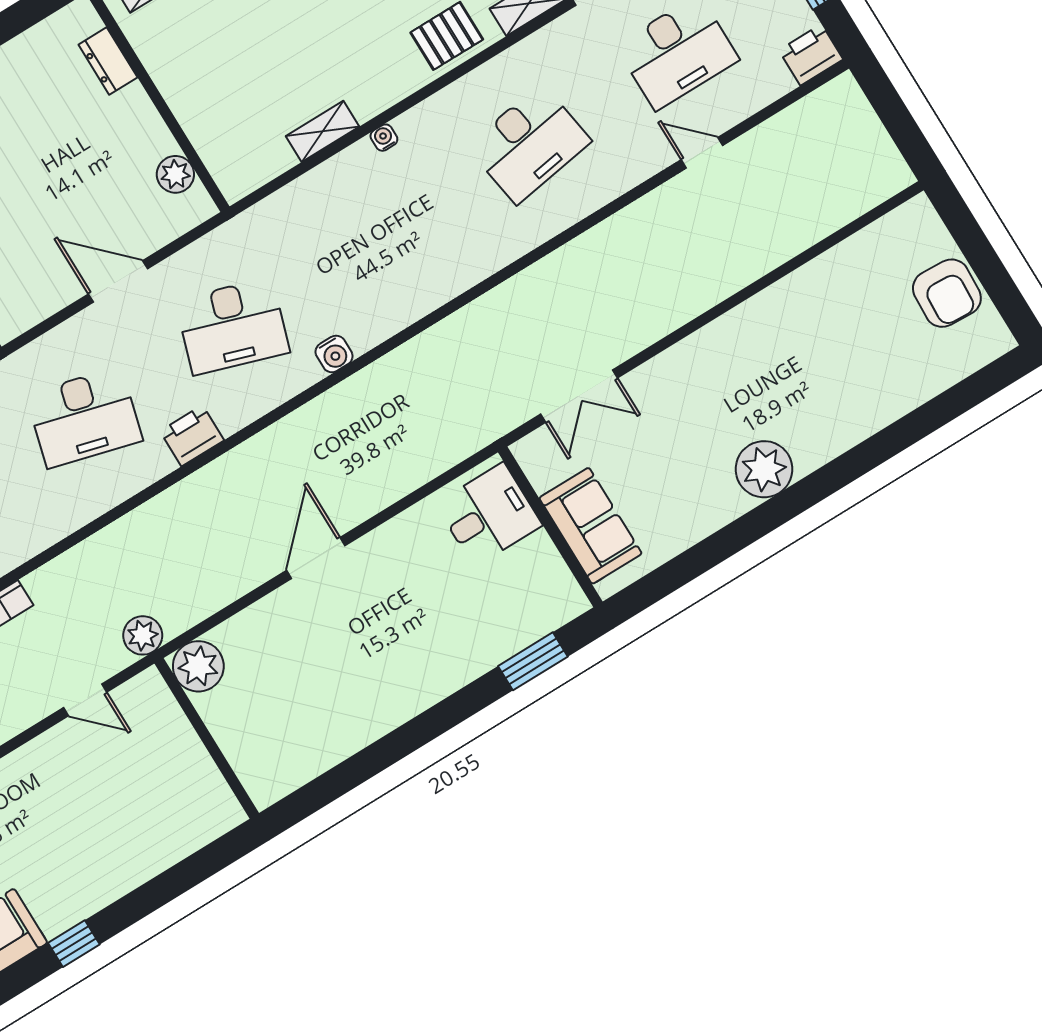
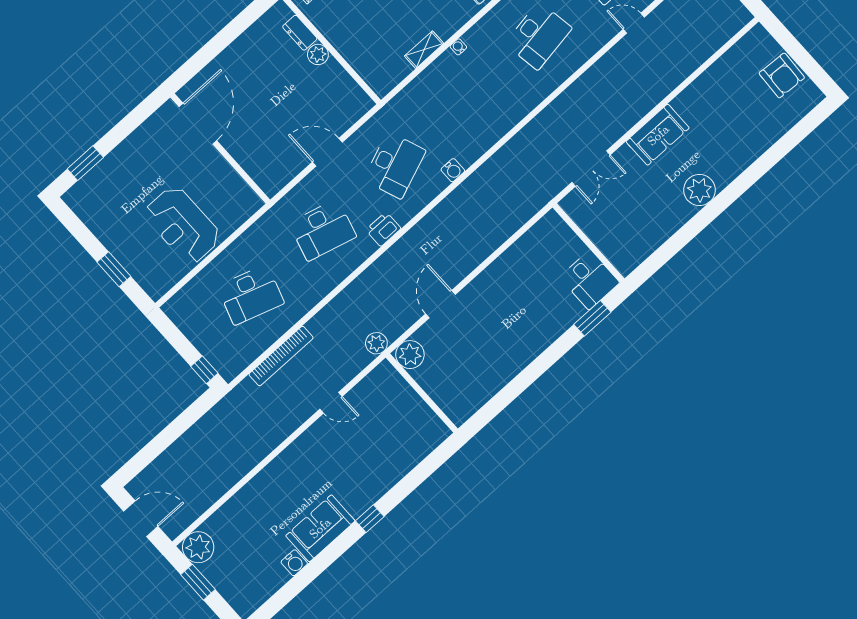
plant: (175, 174) -> (318, 54), moved
desk: (232, 326) -> (394, 165), turned -39
desk: (489, 515) -> (589, 280), moved, turned 90
sofa: (590, 526) -> (658, 135), moved, turned 90
door: (316, 558) -> (440, 304), moved
door: (85, 700) -> (331, 403), moved

